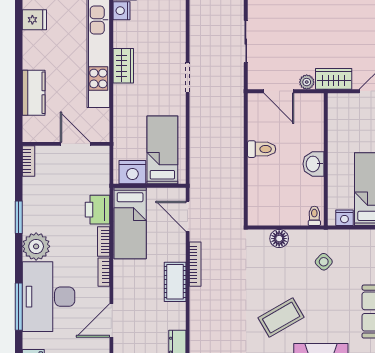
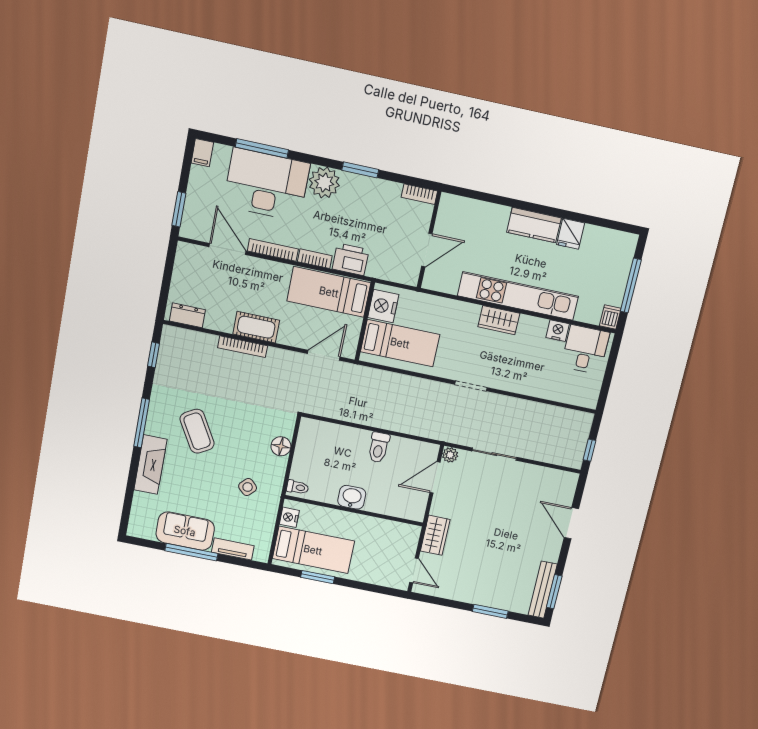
plant: (307, 82) -> (450, 455), moved
kitchen counter: (34, 93) -> (534, 225), moved
bookcase: (195, 264) -> (243, 347), moved
bookcase: (104, 272) -> (273, 250), width x1.56

